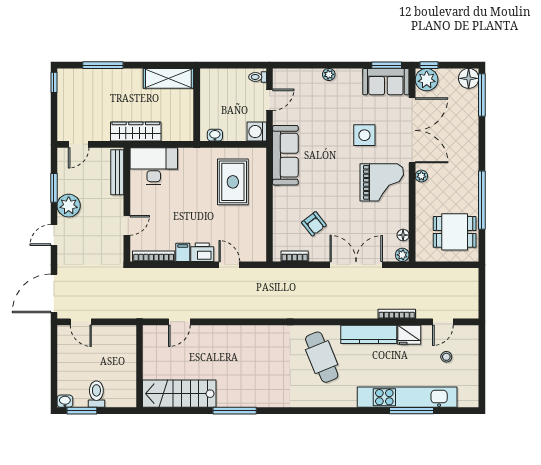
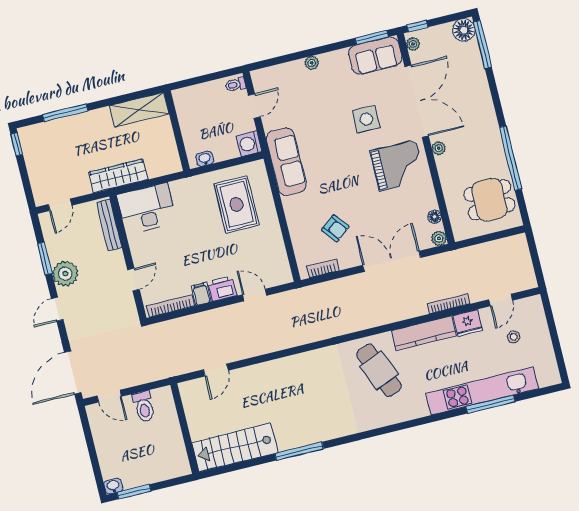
plant: (427, 80) -> (413, 44), width x0.53, depth x0.53
toilet: (96, 394) -> (144, 407), moved, turned 180

